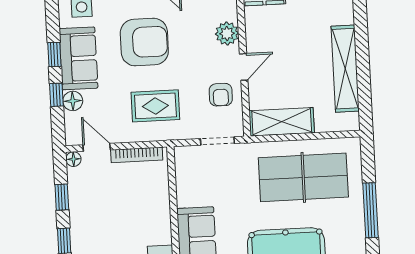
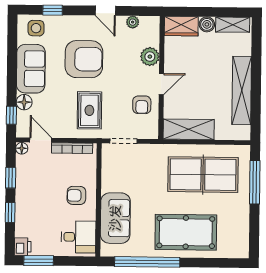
window: (54, 55) -> (12, 64), removed
window: (56, 95) -> (11, 115), moved
rug: (155, 106) -> (89, 110), turned 90
doorway: (217, 141) -> (124, 141), moved
window: (370, 210) -> (255, 182), moved
armchair: (146, 214) -> (76, 195), added

